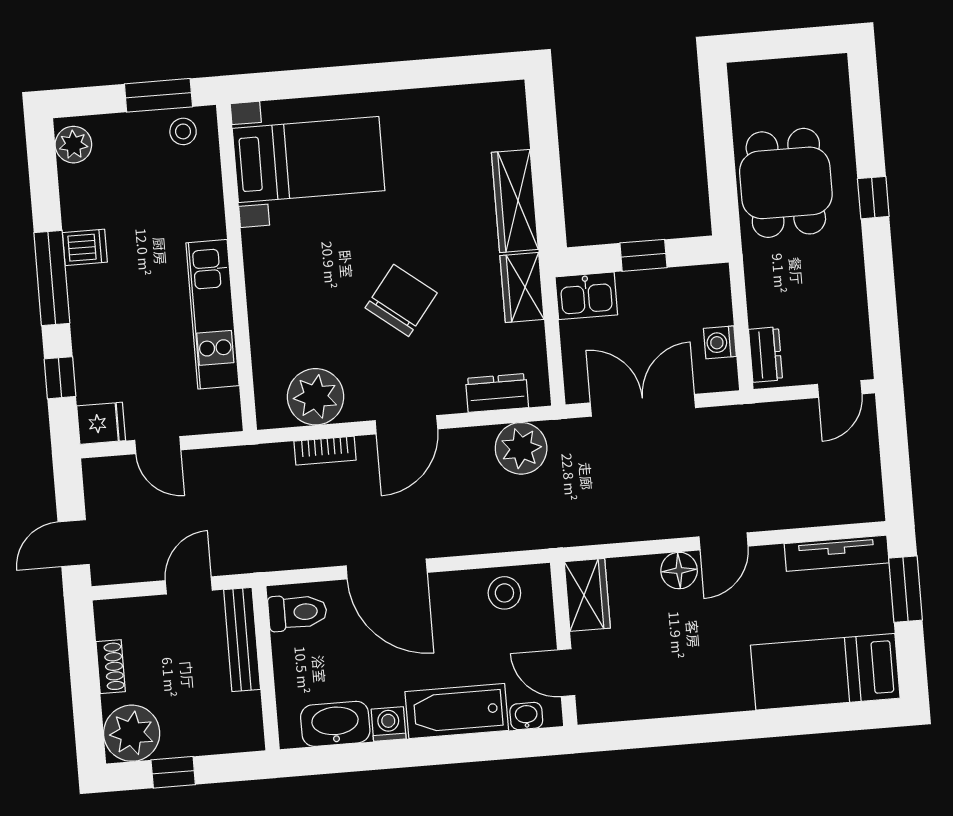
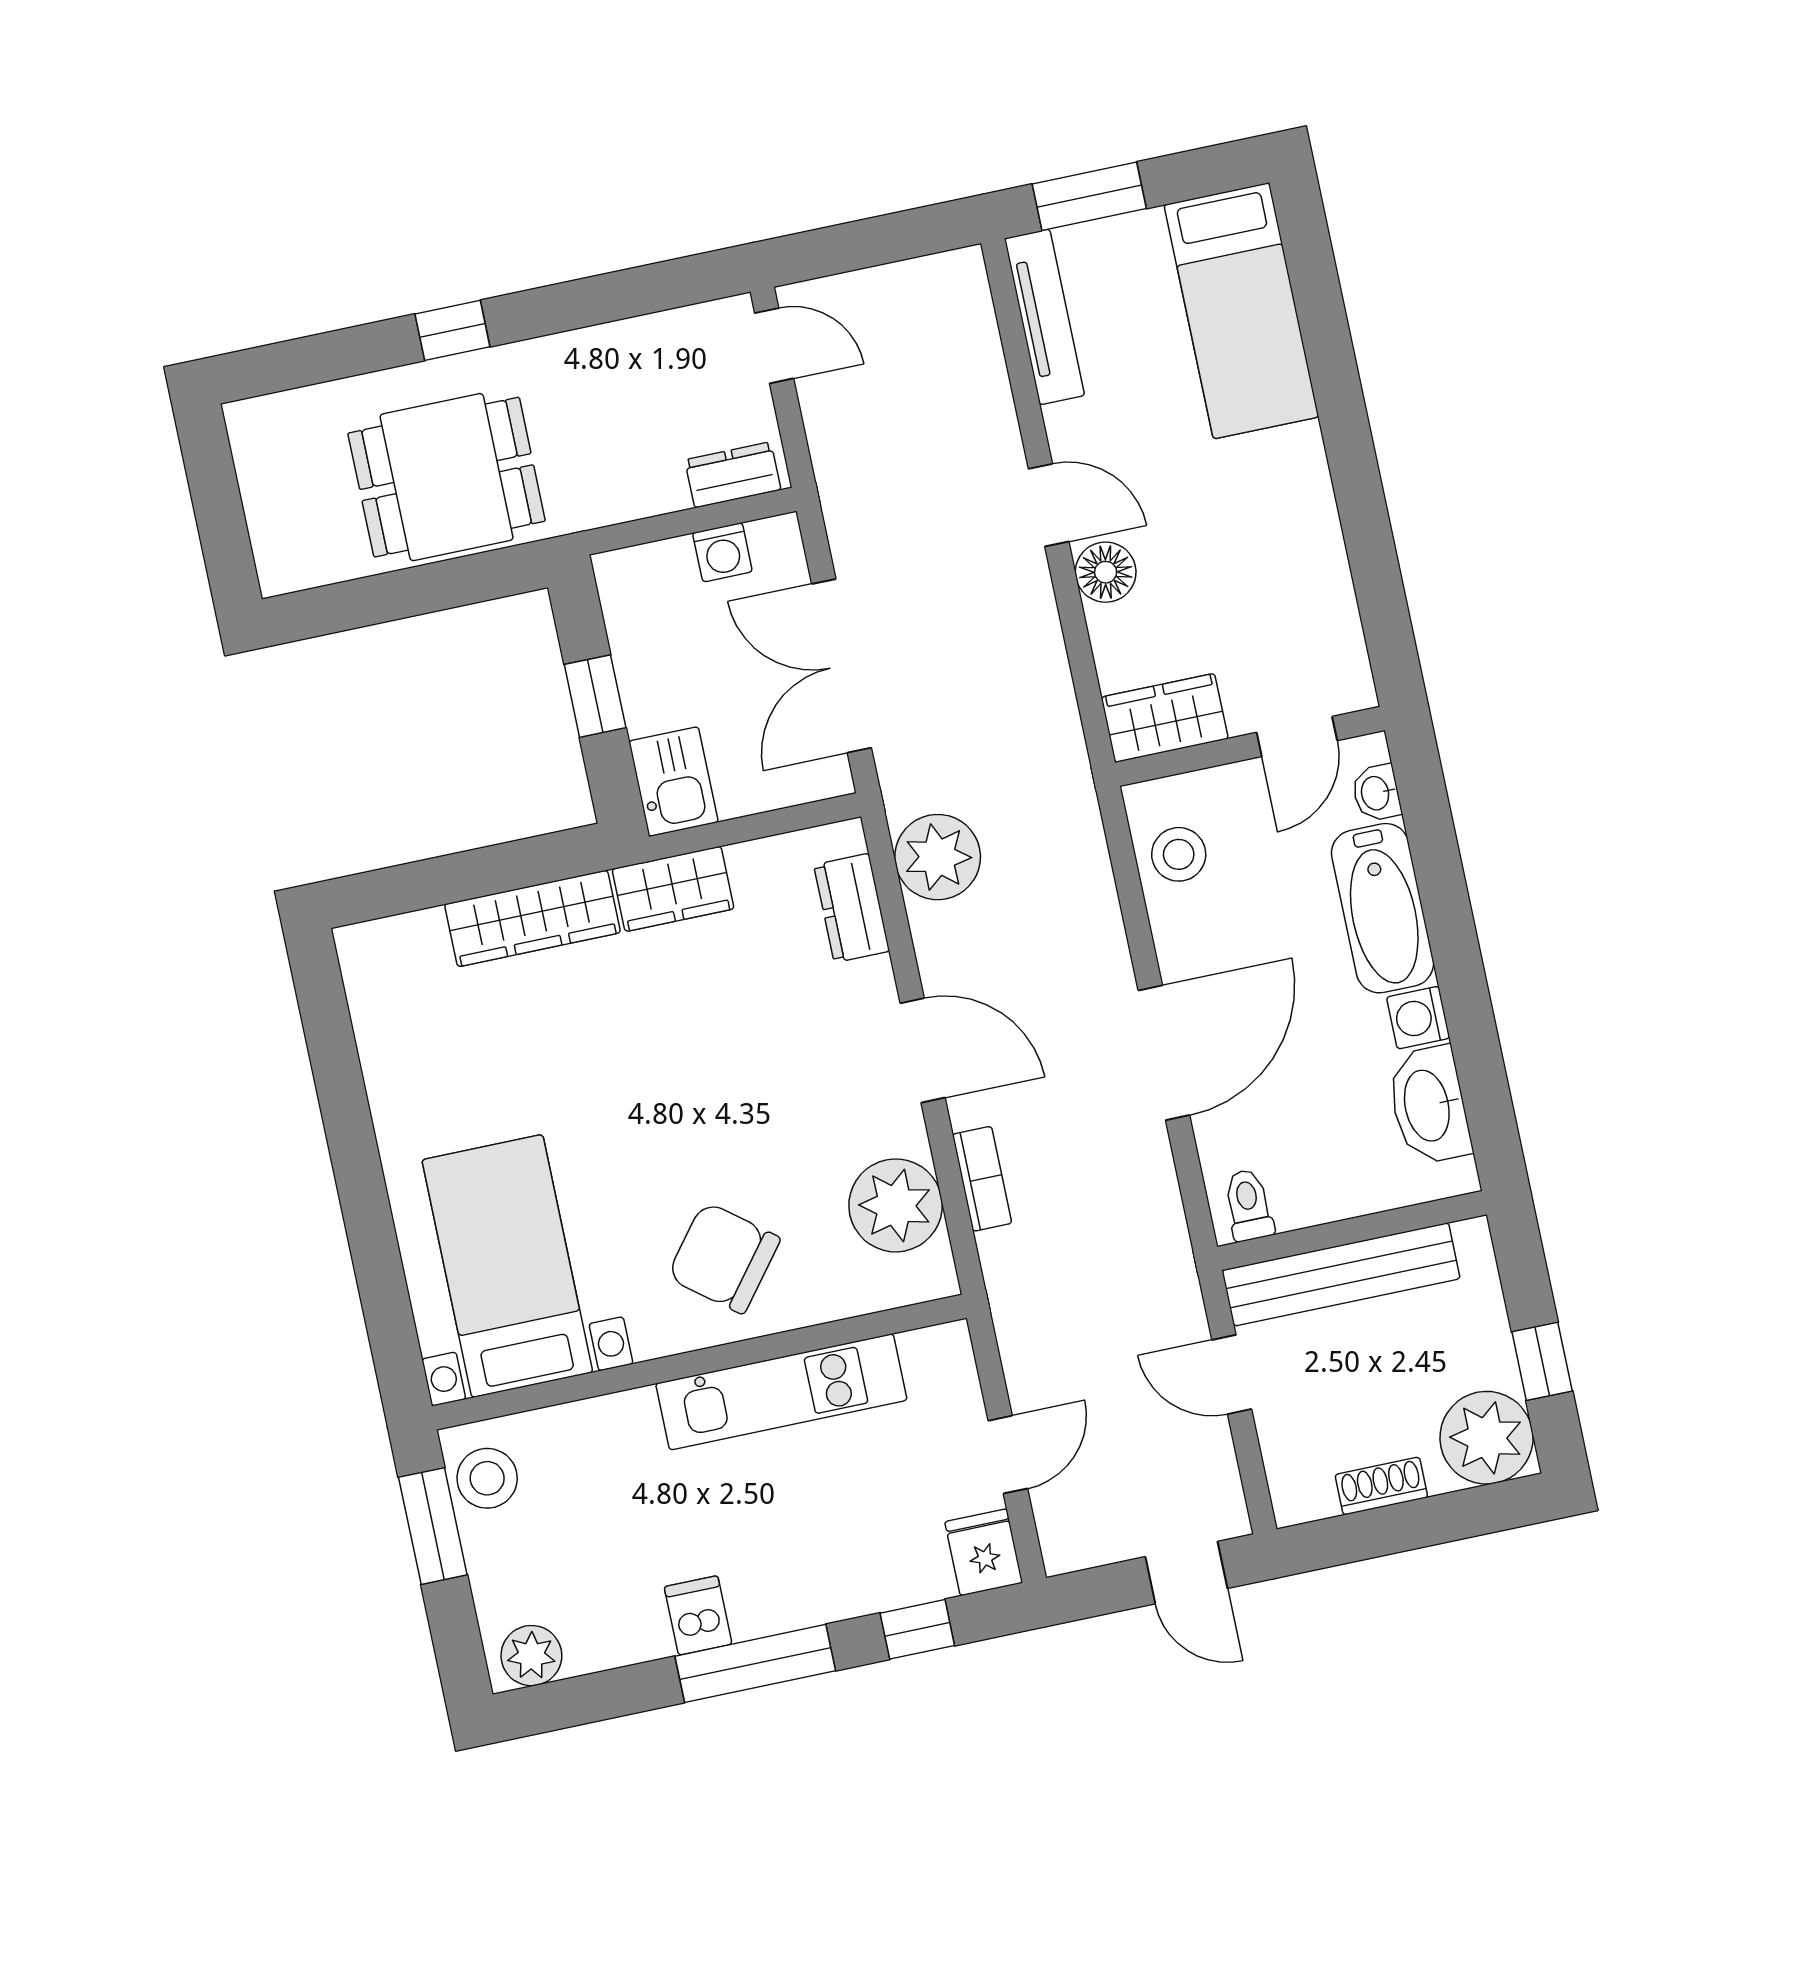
stool: (183, 131) -> (487, 1478), width x1.37, depth x1.37
chair: (401, 300) -> (724, 1258), moved
toilet: (297, 612) -> (1248, 1205), width x0.73, depth x0.72
bench: (242, 639) -> (1341, 1274), width x1.37, depth x1.21

